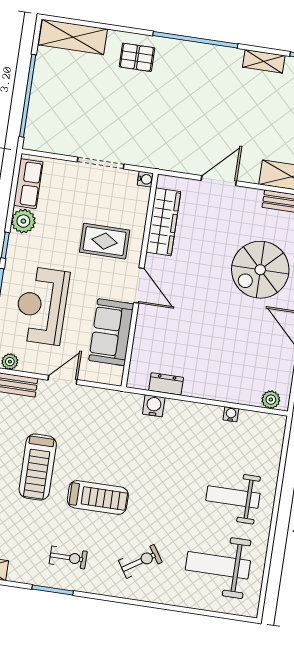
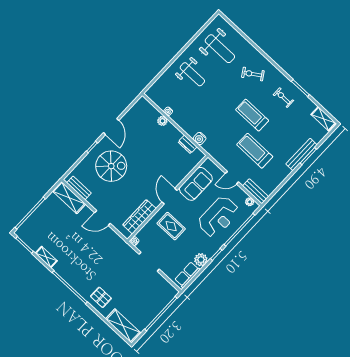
plant: (271, 400) -> (162, 121), moved
treadmill: (38, 467) -> (255, 151), moved, turned -90

